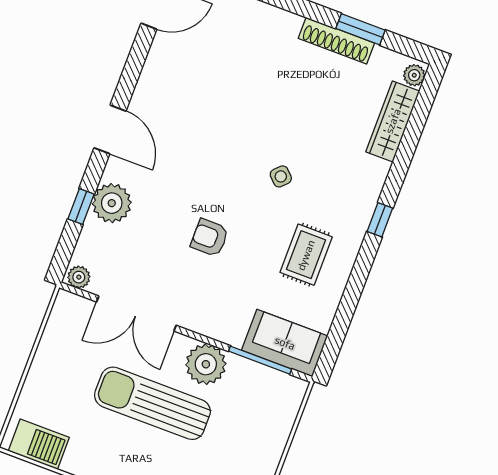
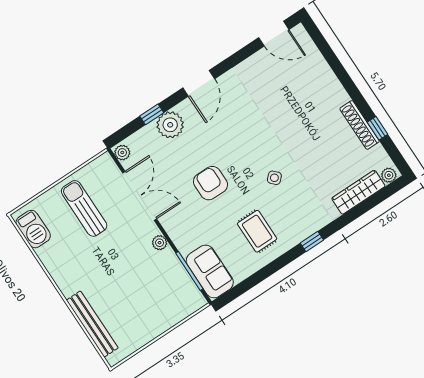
window: (361, 29) -> (378, 128), width x0.67
armchair: (210, 238) -> (211, 183), width x1.38, depth x1.38
rug: (306, 255) -> (257, 231), turned 90
double door: (136, 314) -> (140, 196), swing flipped
plant: (206, 364) -> (160, 243), width x0.53, depth x0.53
sun lounger: (152, 403) -> (84, 208), moved, width x0.73, depth x0.75

